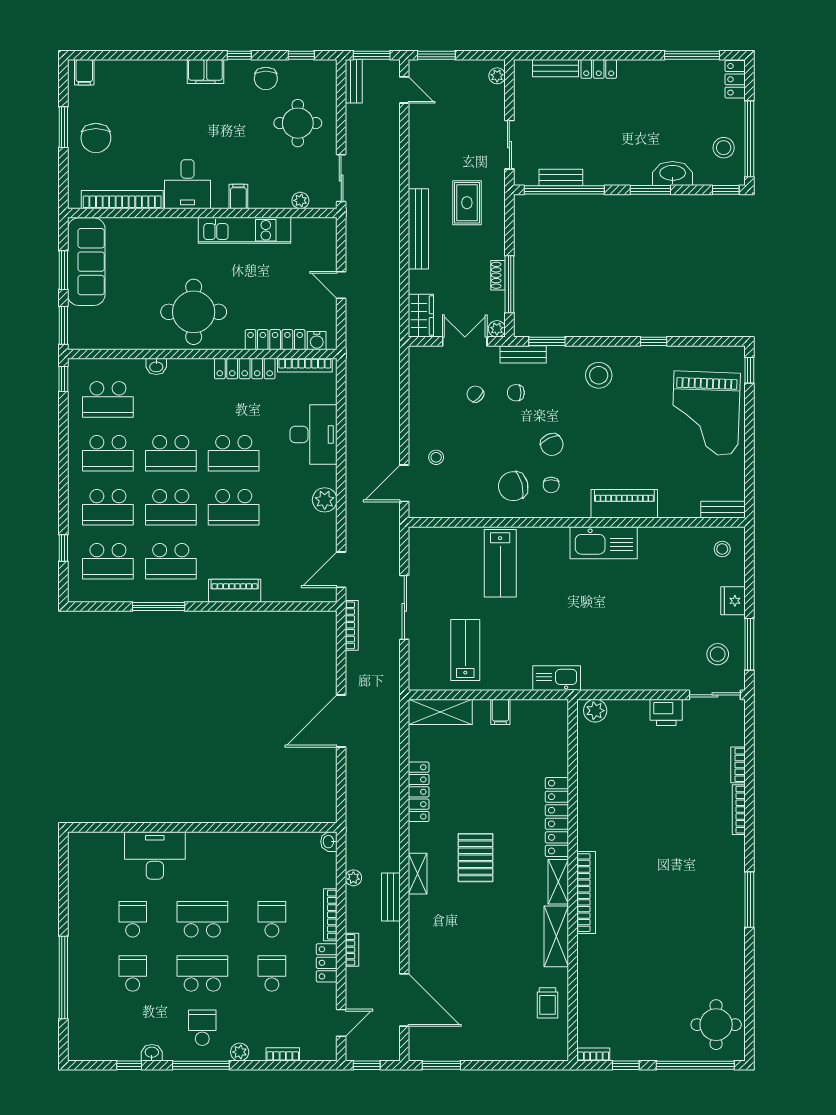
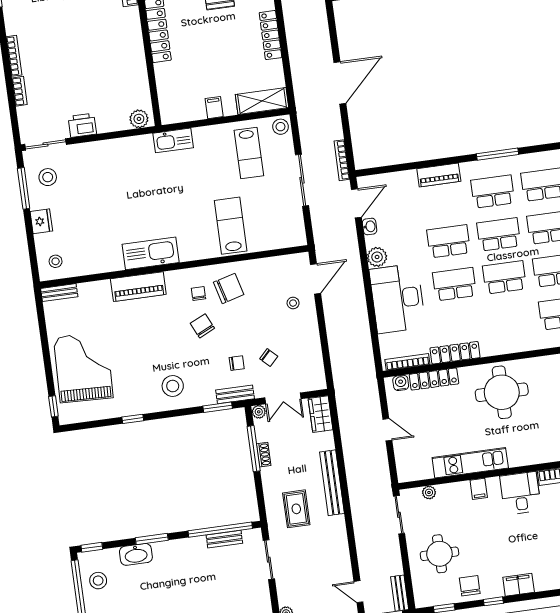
washbasin: (156, 366) -> (370, 226), moved, turned 90
desk: (314, 434) -> (397, 298), width x1.36, depth x1.30
stool: (422, 677) -> (280, 127), added

